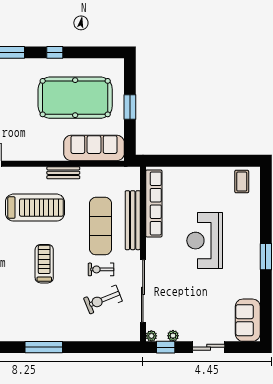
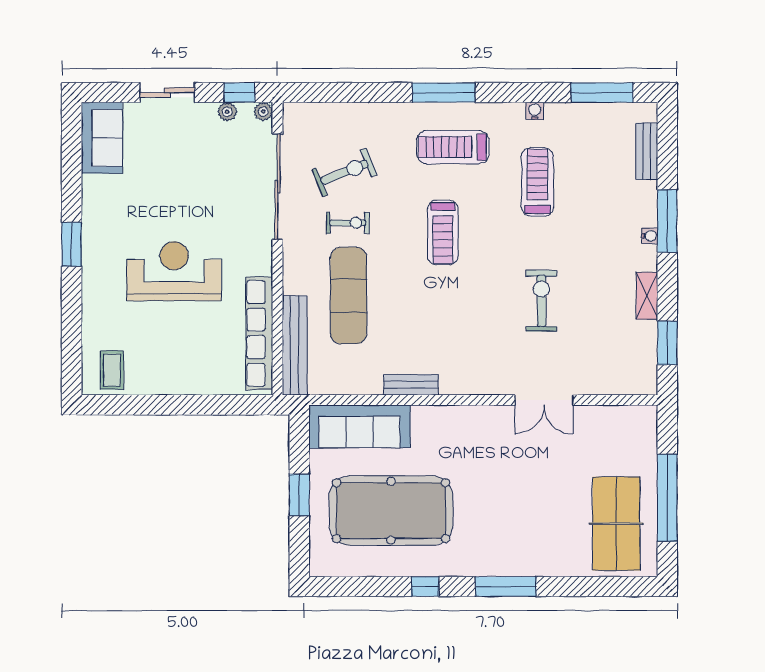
treadmill: (35, 208) -> (453, 147), moved, width x0.73, depth x0.73
bench: (133, 220) -> (295, 346), moved
reception desk: (205, 241) -> (174, 271), turned -90

